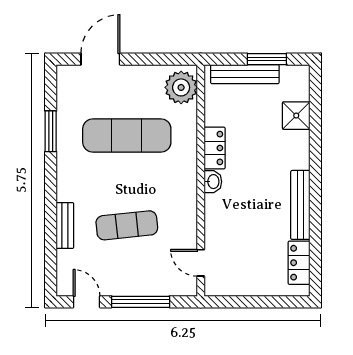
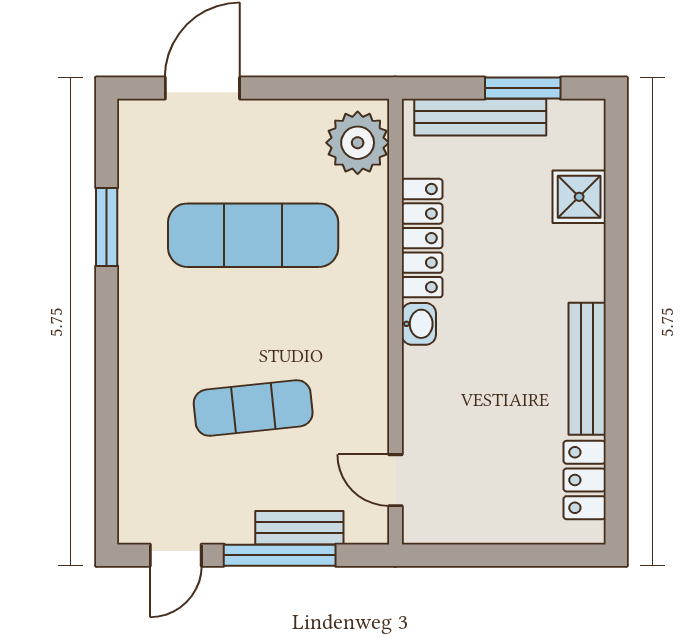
locker: (215, 148) -> (422, 238), width x1.53
bench: (65, 226) -> (299, 528), moved, turned 90
door: (87, 302) -> (176, 555), swing flipped

